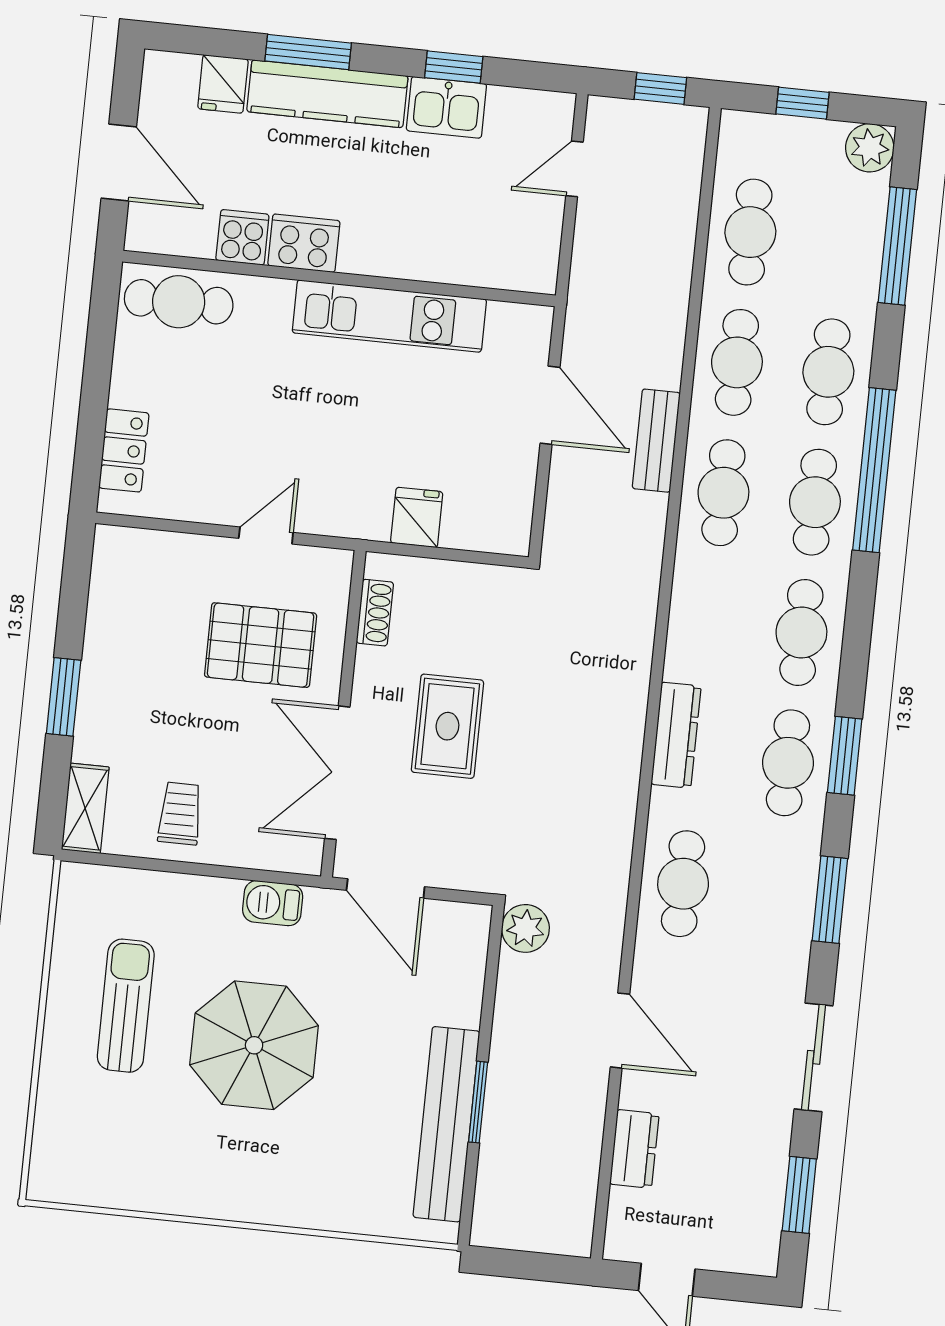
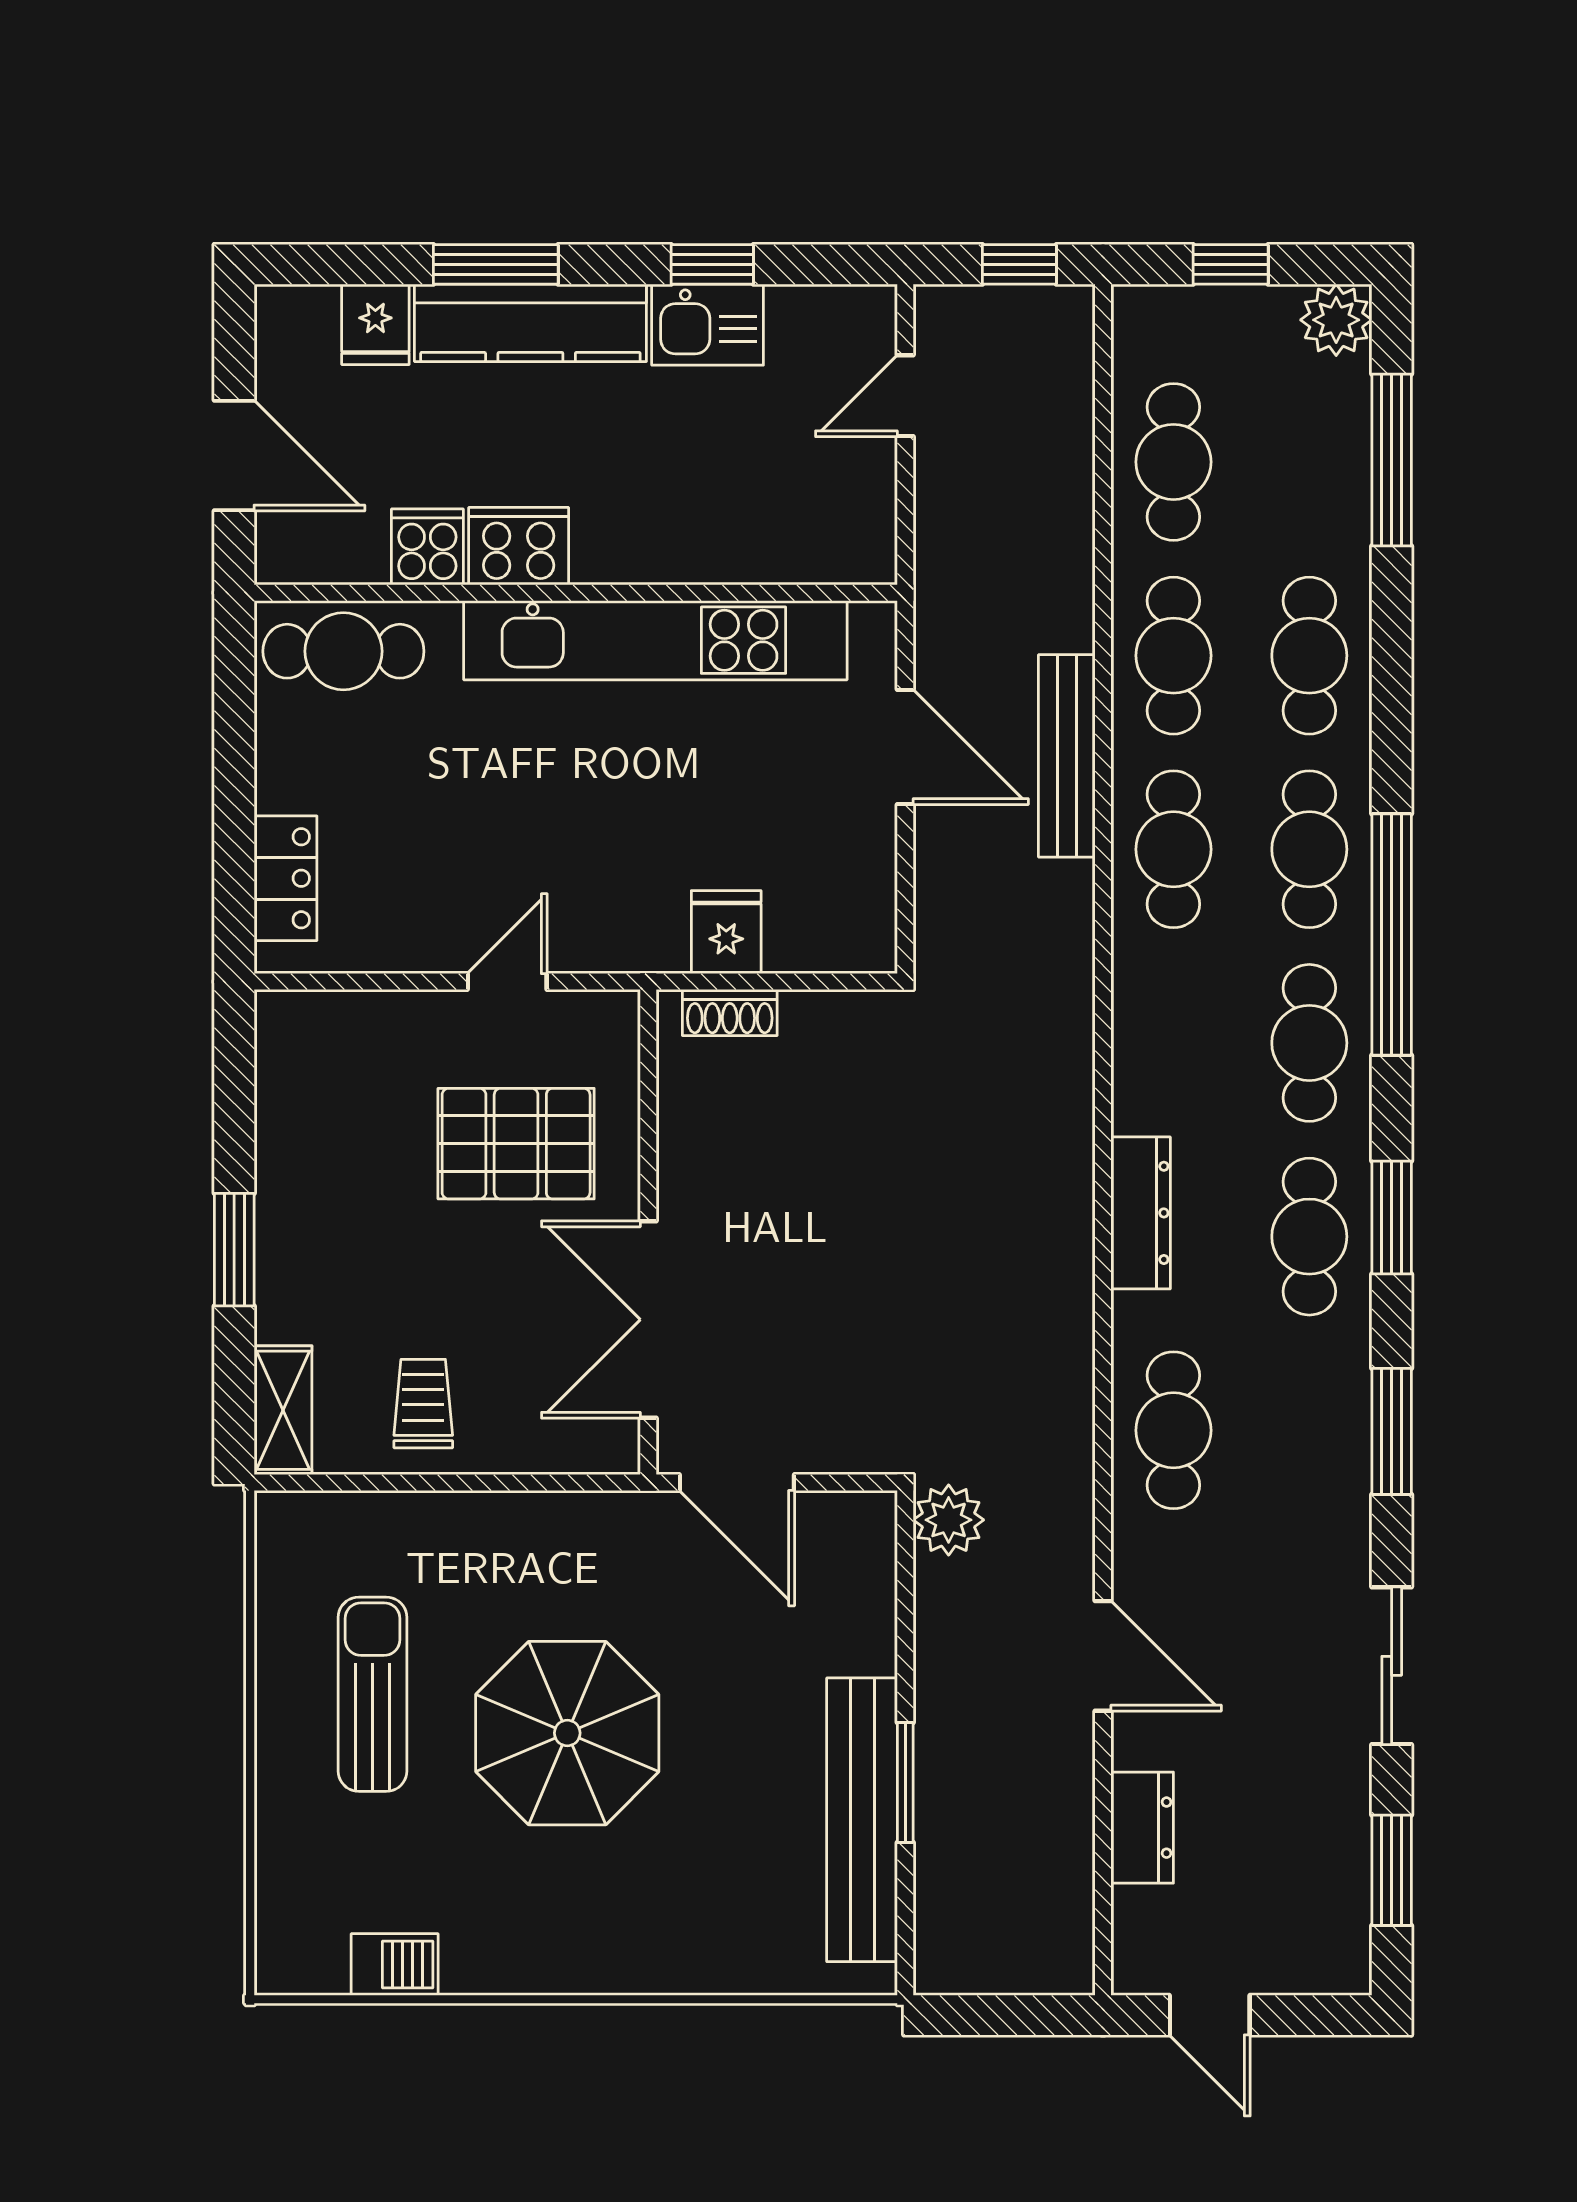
kitchen unit: (389, 316) -> (655, 640), width x1.36
bench: (656, 441) -> (1067, 756), width x1.36
window: (874, 470) -> (1392, 935), moved
shoe rack: (375, 613) -> (730, 1013), moved, turned 90
rug: (447, 726) -> (803, 1235), removed
barbecue: (273, 903) -> (395, 1964), moved, turned 180

